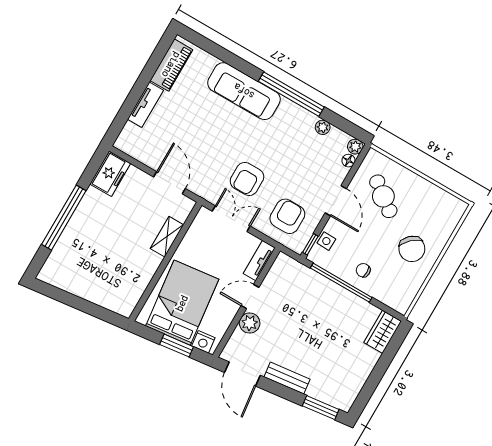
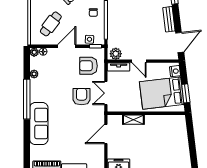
armchair: (247, 179) -> (82, 97), turned -90
plant: (250, 323) -> (116, 54), moved
window: (177, 346) -> (186, 93), moved

